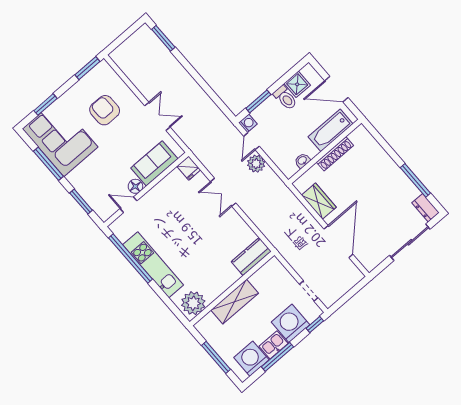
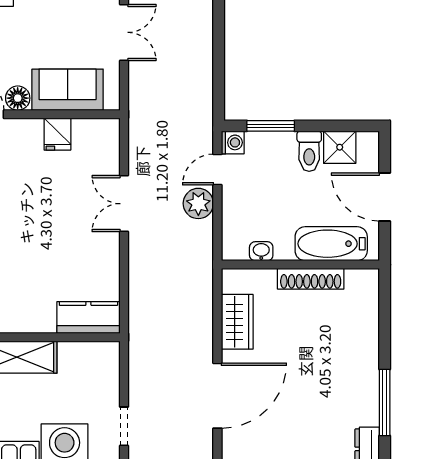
fridge: (189, 168) -> (57, 134), moved

